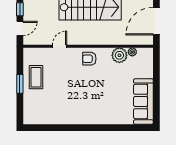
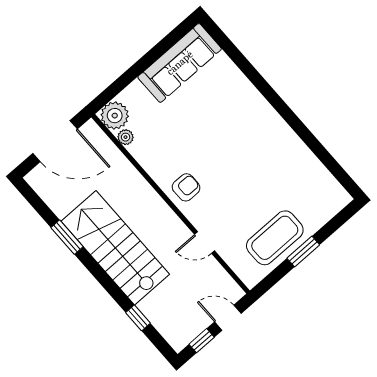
plant: (119, 55) -> (115, 116), moved
armchair: (89, 59) -> (186, 187), turned -90
coffee table: (36, 77) -> (275, 238), width x1.36, depth x1.32

